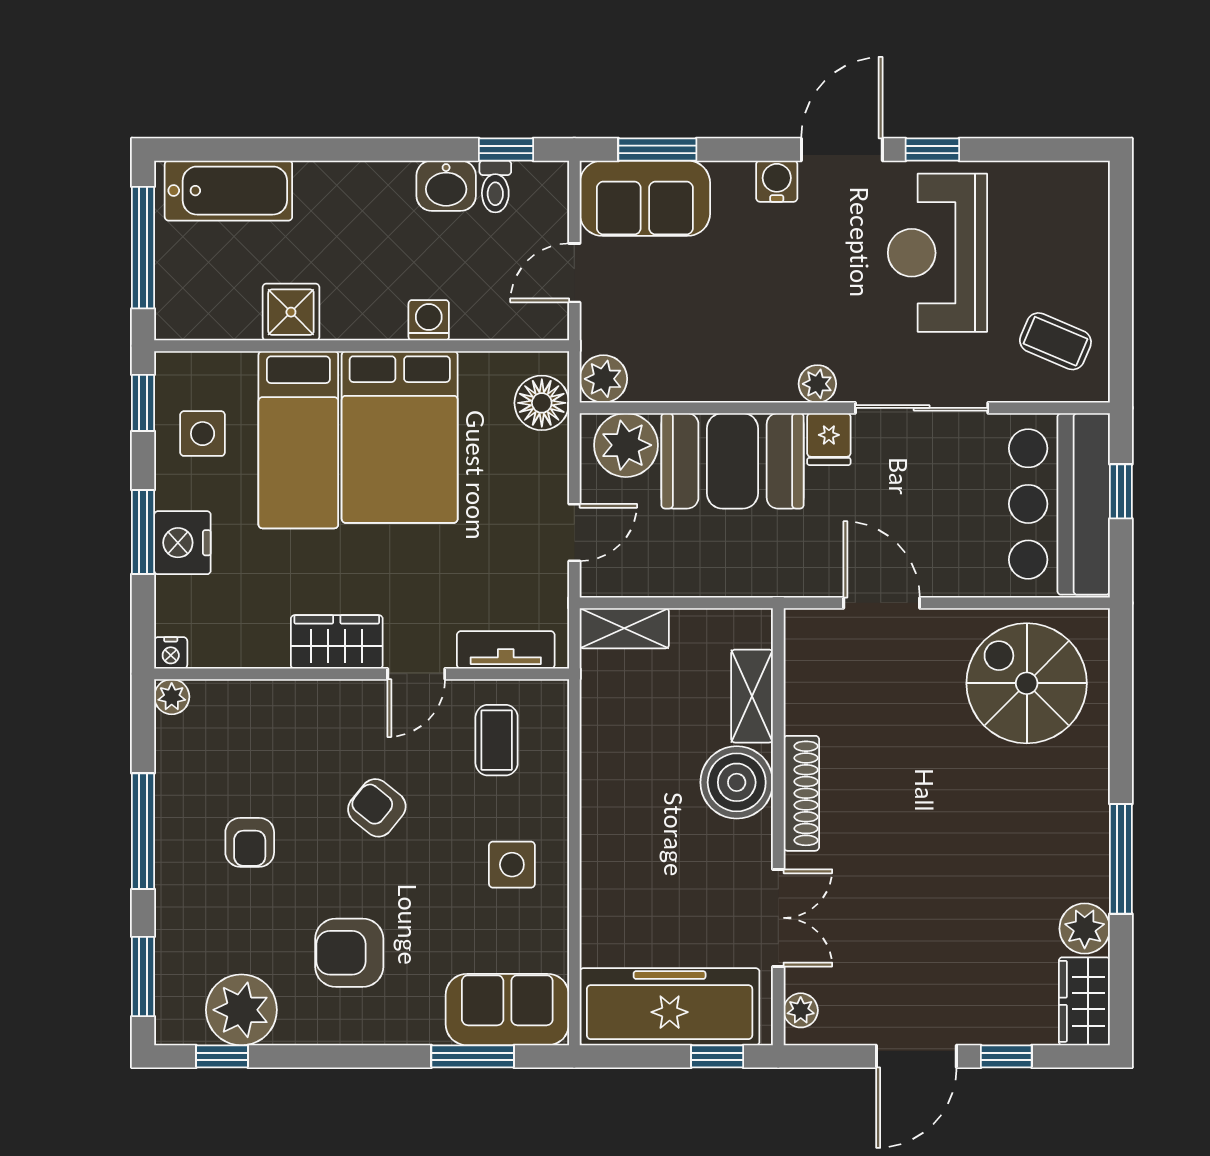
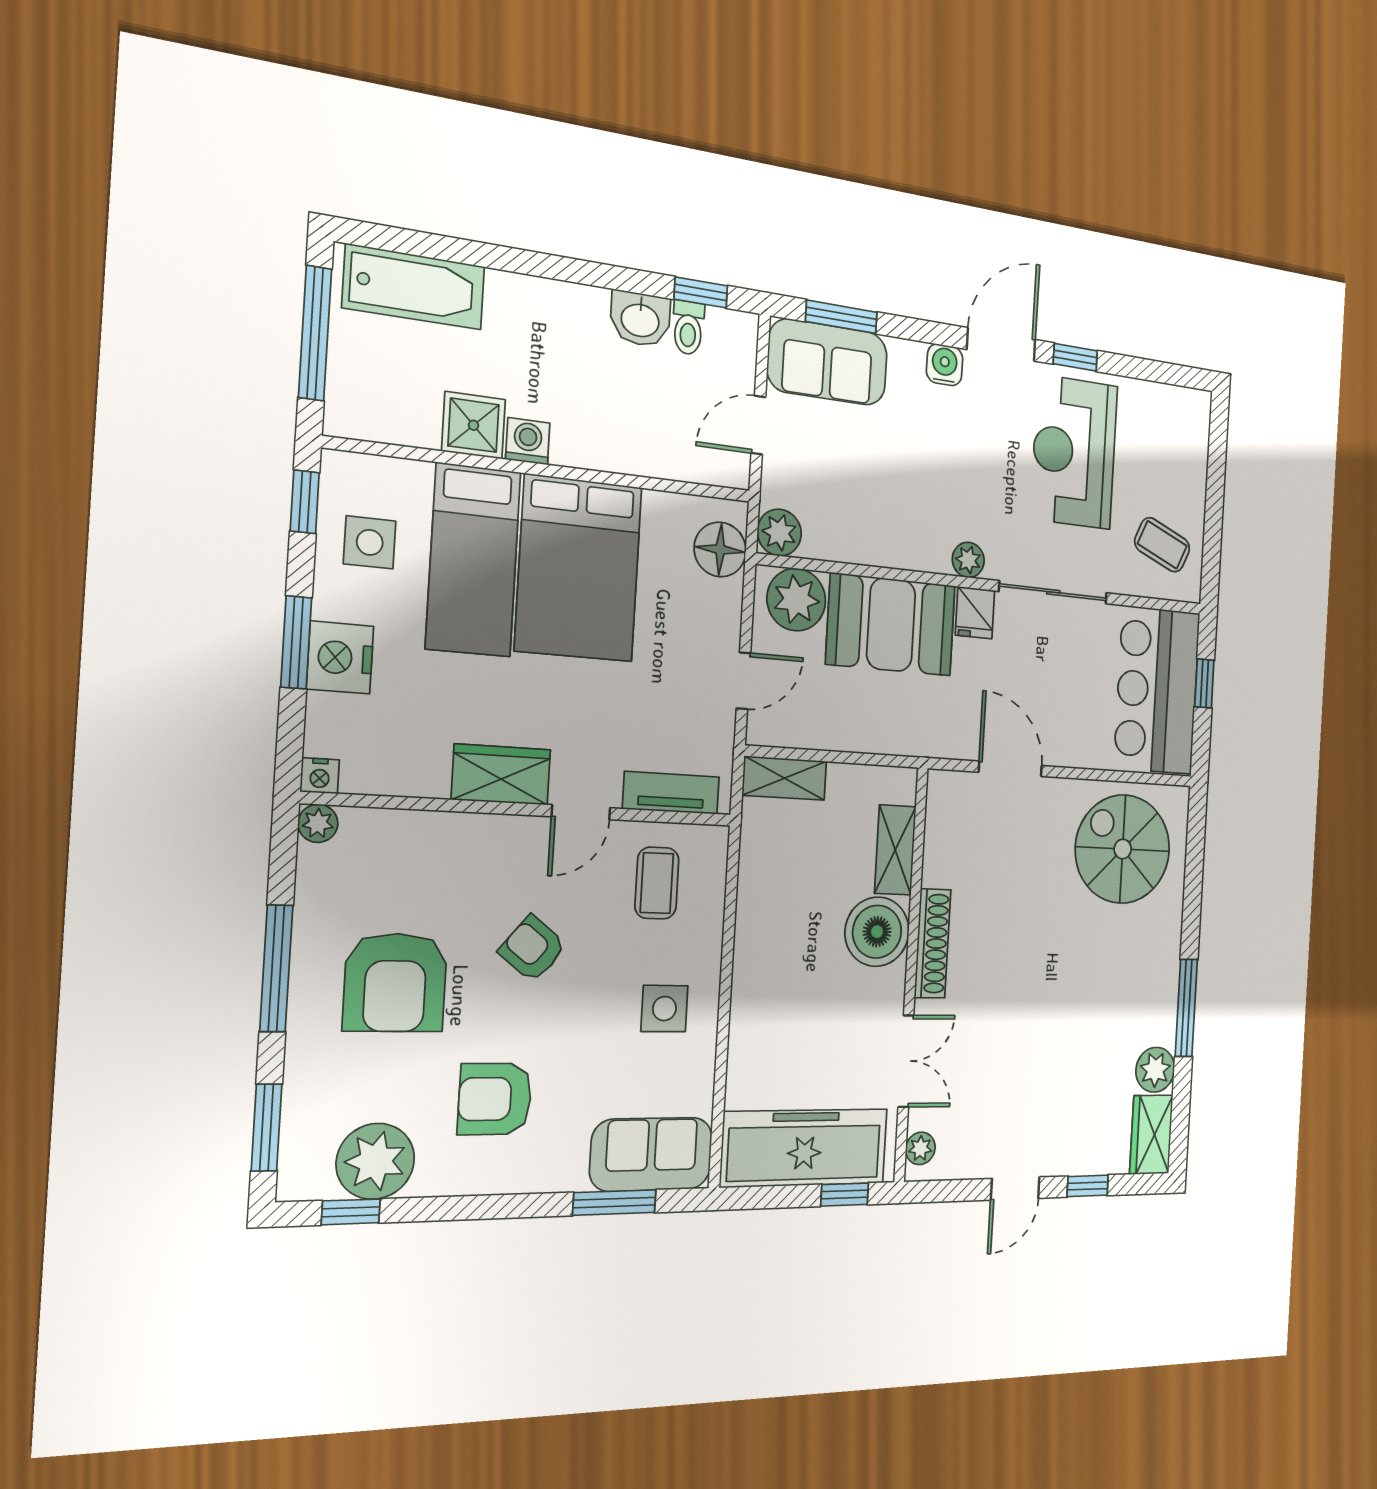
washing machine: (429, 320) -> (528, 441), moved
armchair: (250, 842) -> (395, 982), width x1.88, depth x1.88
door: (916, 1056) -> (1015, 1188), width x0.73

